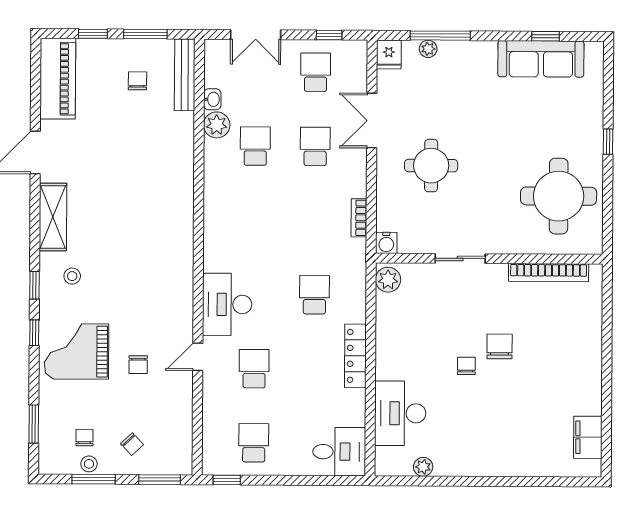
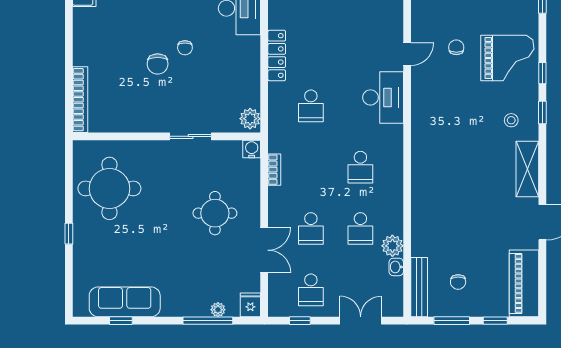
bookcase: (549, 273) -> (80, 100), moved, turned 90
school desk: (254, 369) -> (360, 167), moved

